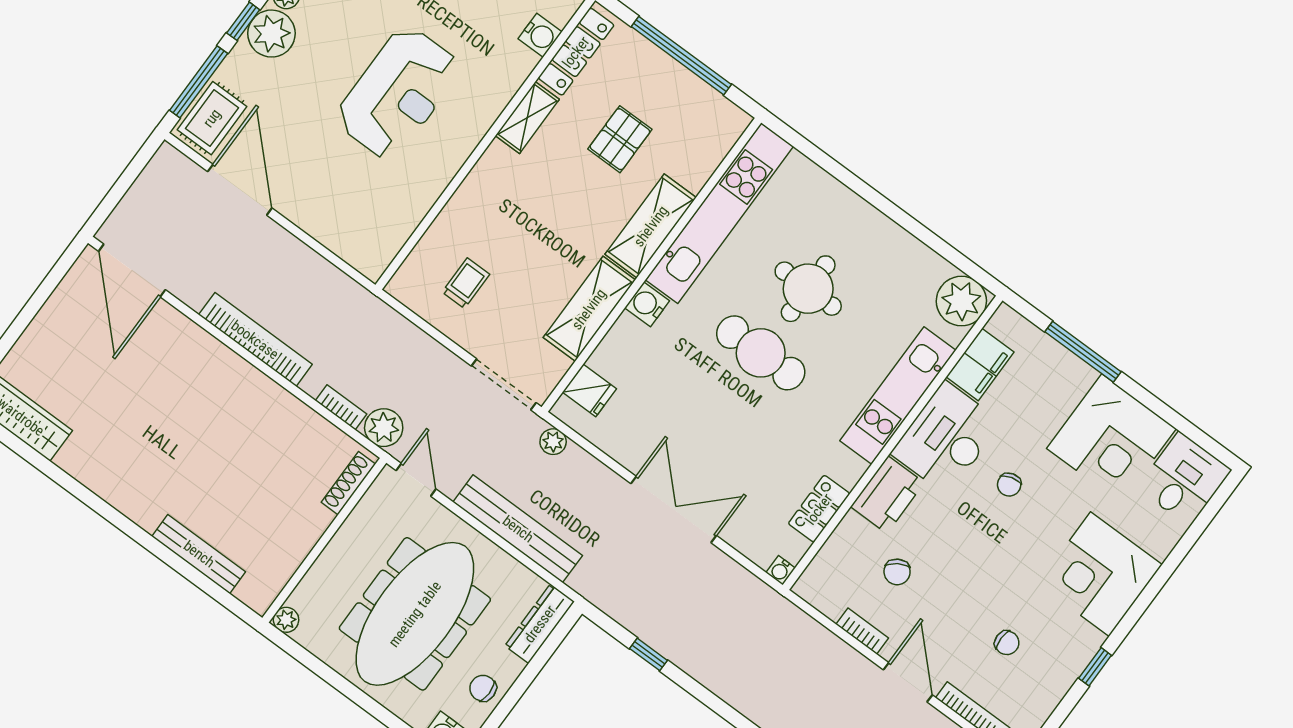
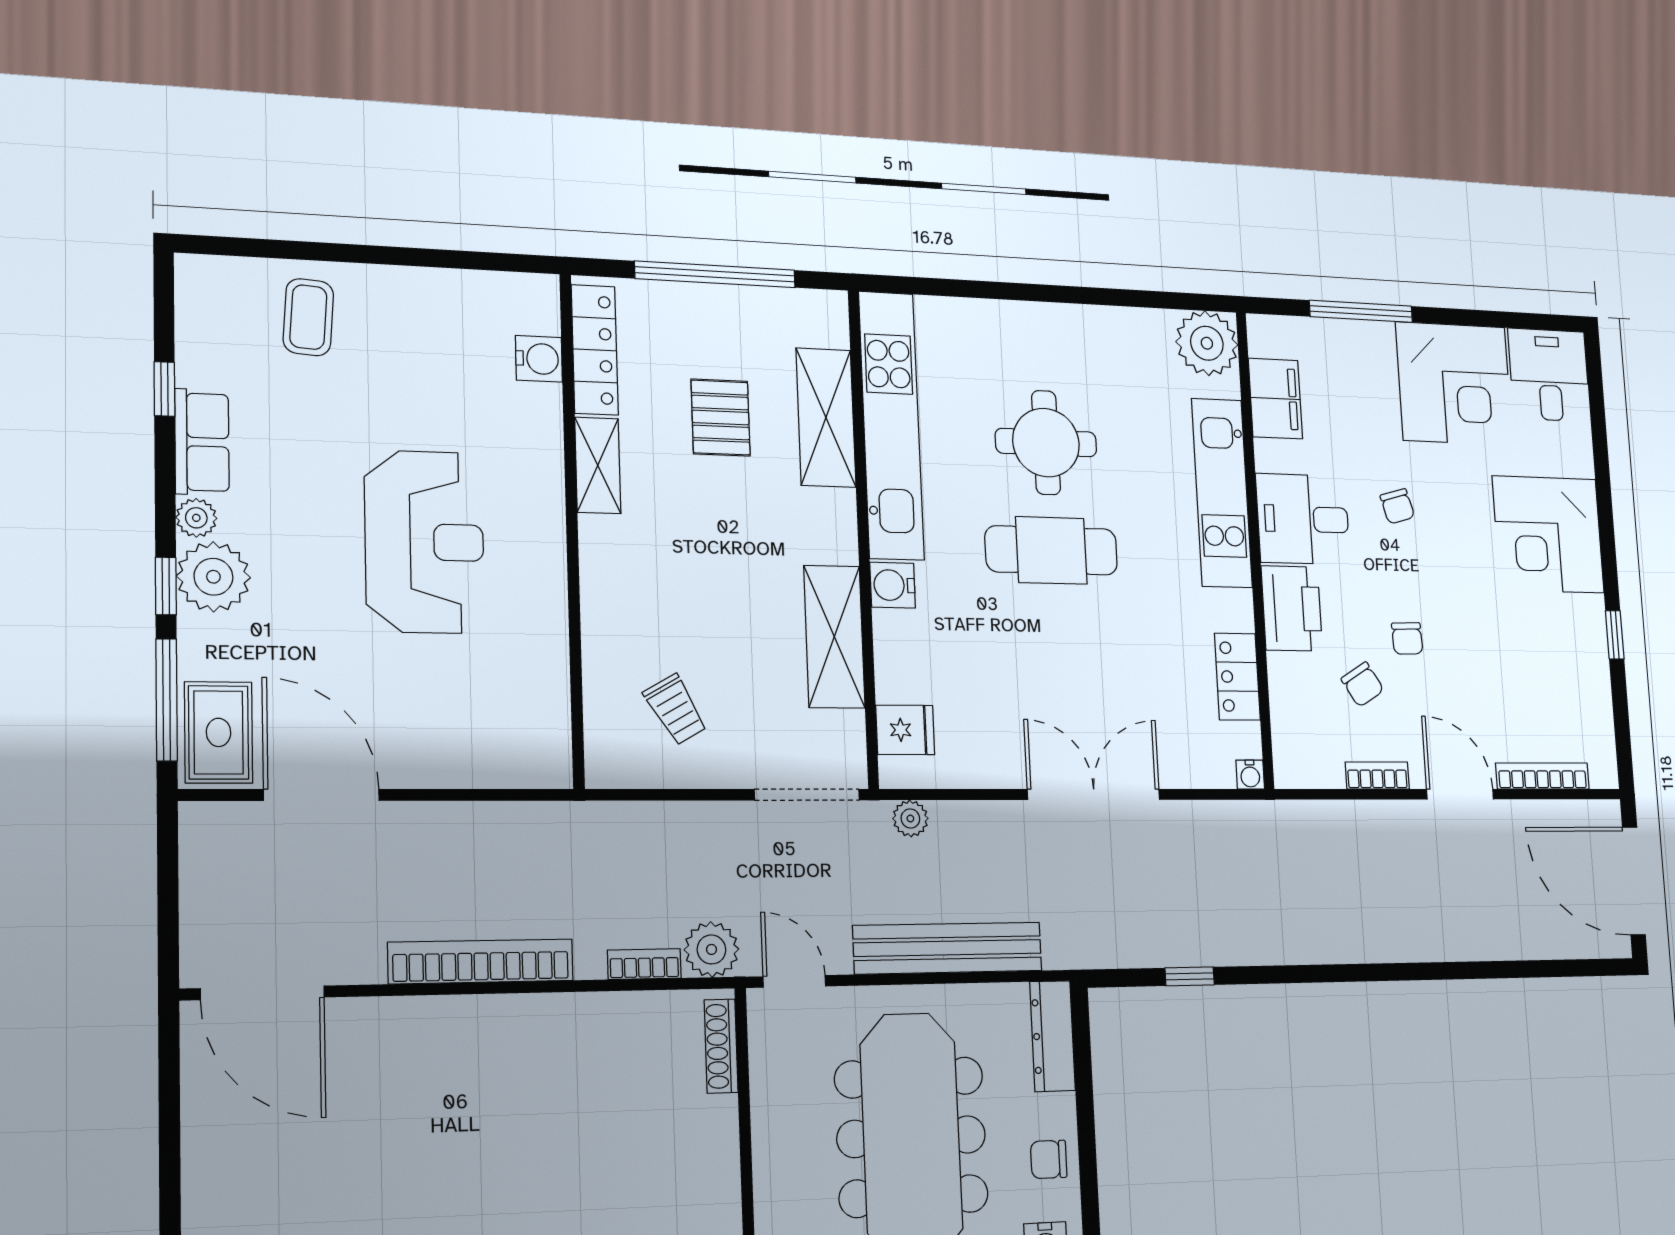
shelving: (651, 226) -> (826, 418), moved
trolley: (466, 283) -> (675, 710), turned 150
desk: (946, 438) -> (1303, 519), width x0.73
chair: (1007, 643) -> (1407, 638), moved, turned 88

